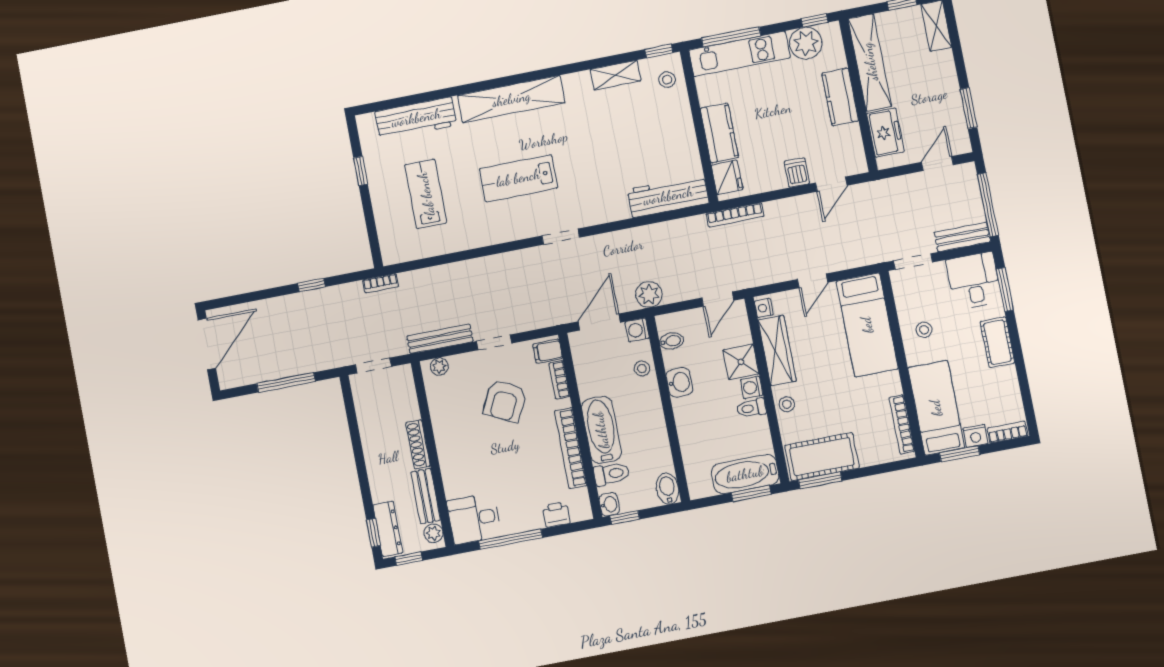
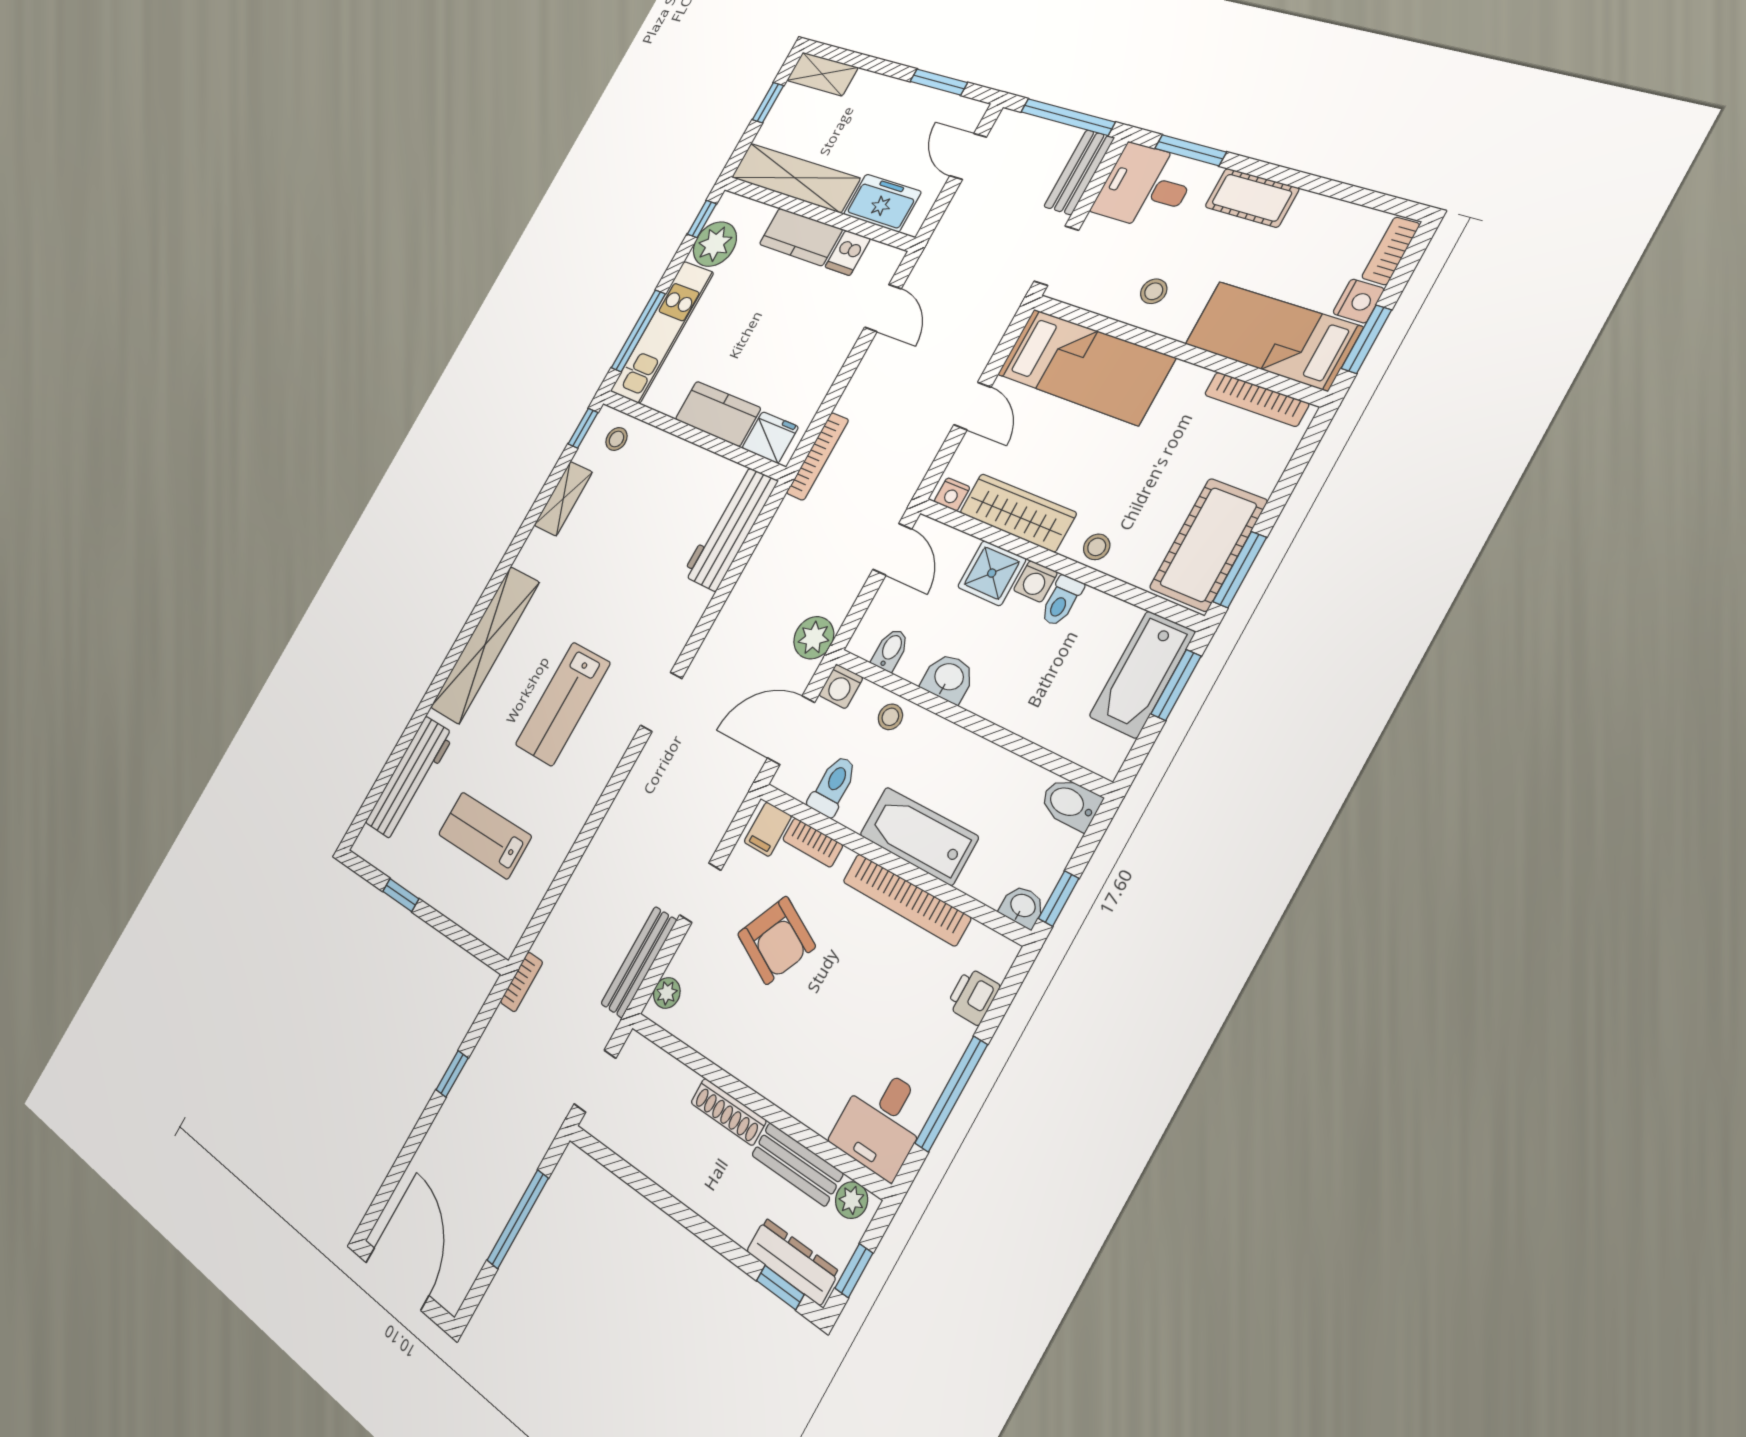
dishwasher: (797, 173) -> (848, 253), moved, turned -90
door: (599, 322) -> (791, 730), hinge flipped
toilet: (611, 474) -> (833, 786), moved

